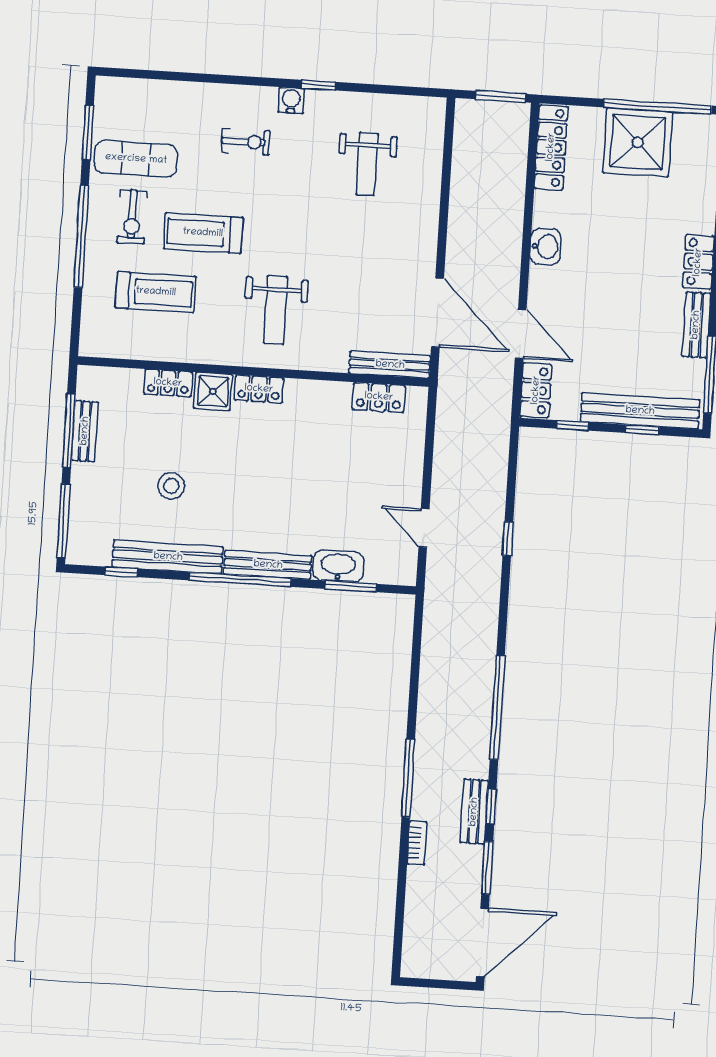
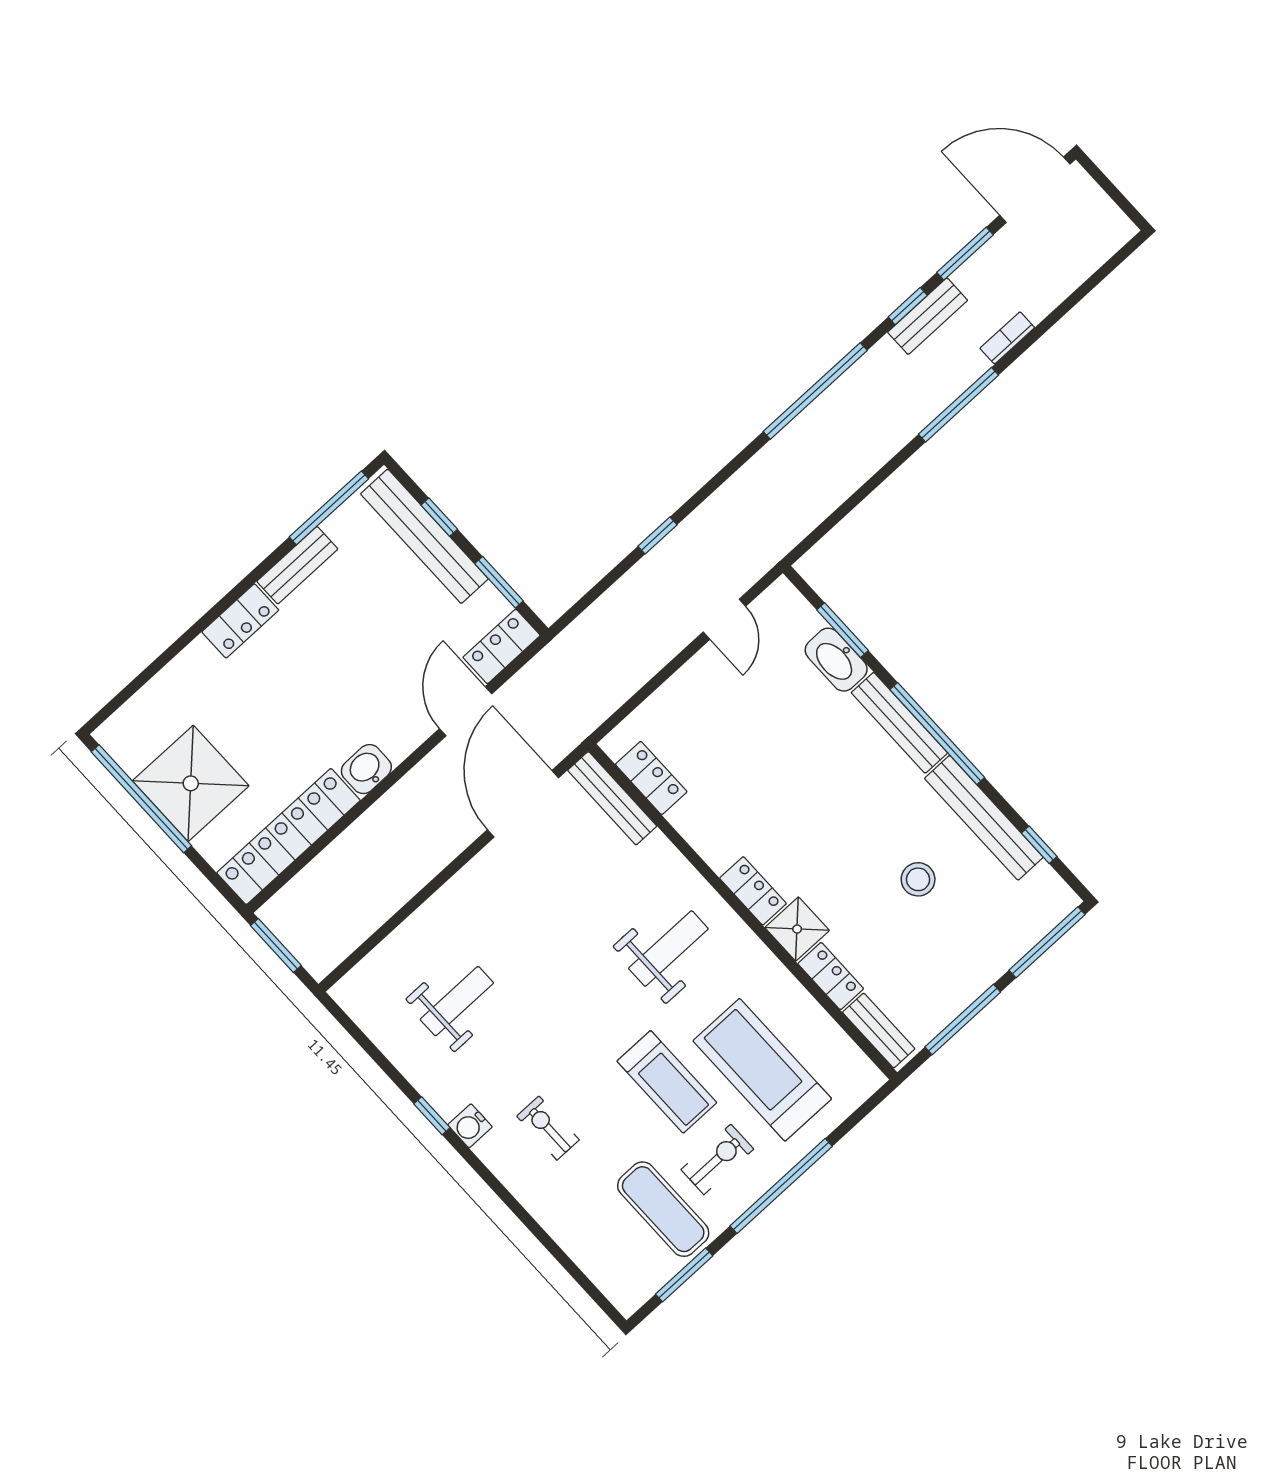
locker: (551, 147) -> (289, 837), width x1.41, depth x1.21
treadmill: (156, 292) -> (762, 1070), width x1.37, depth x1.38
window: (572, 425) -> (499, 582), width x1.50
bench: (85, 431) -> (879, 1031), moved, turned 90

